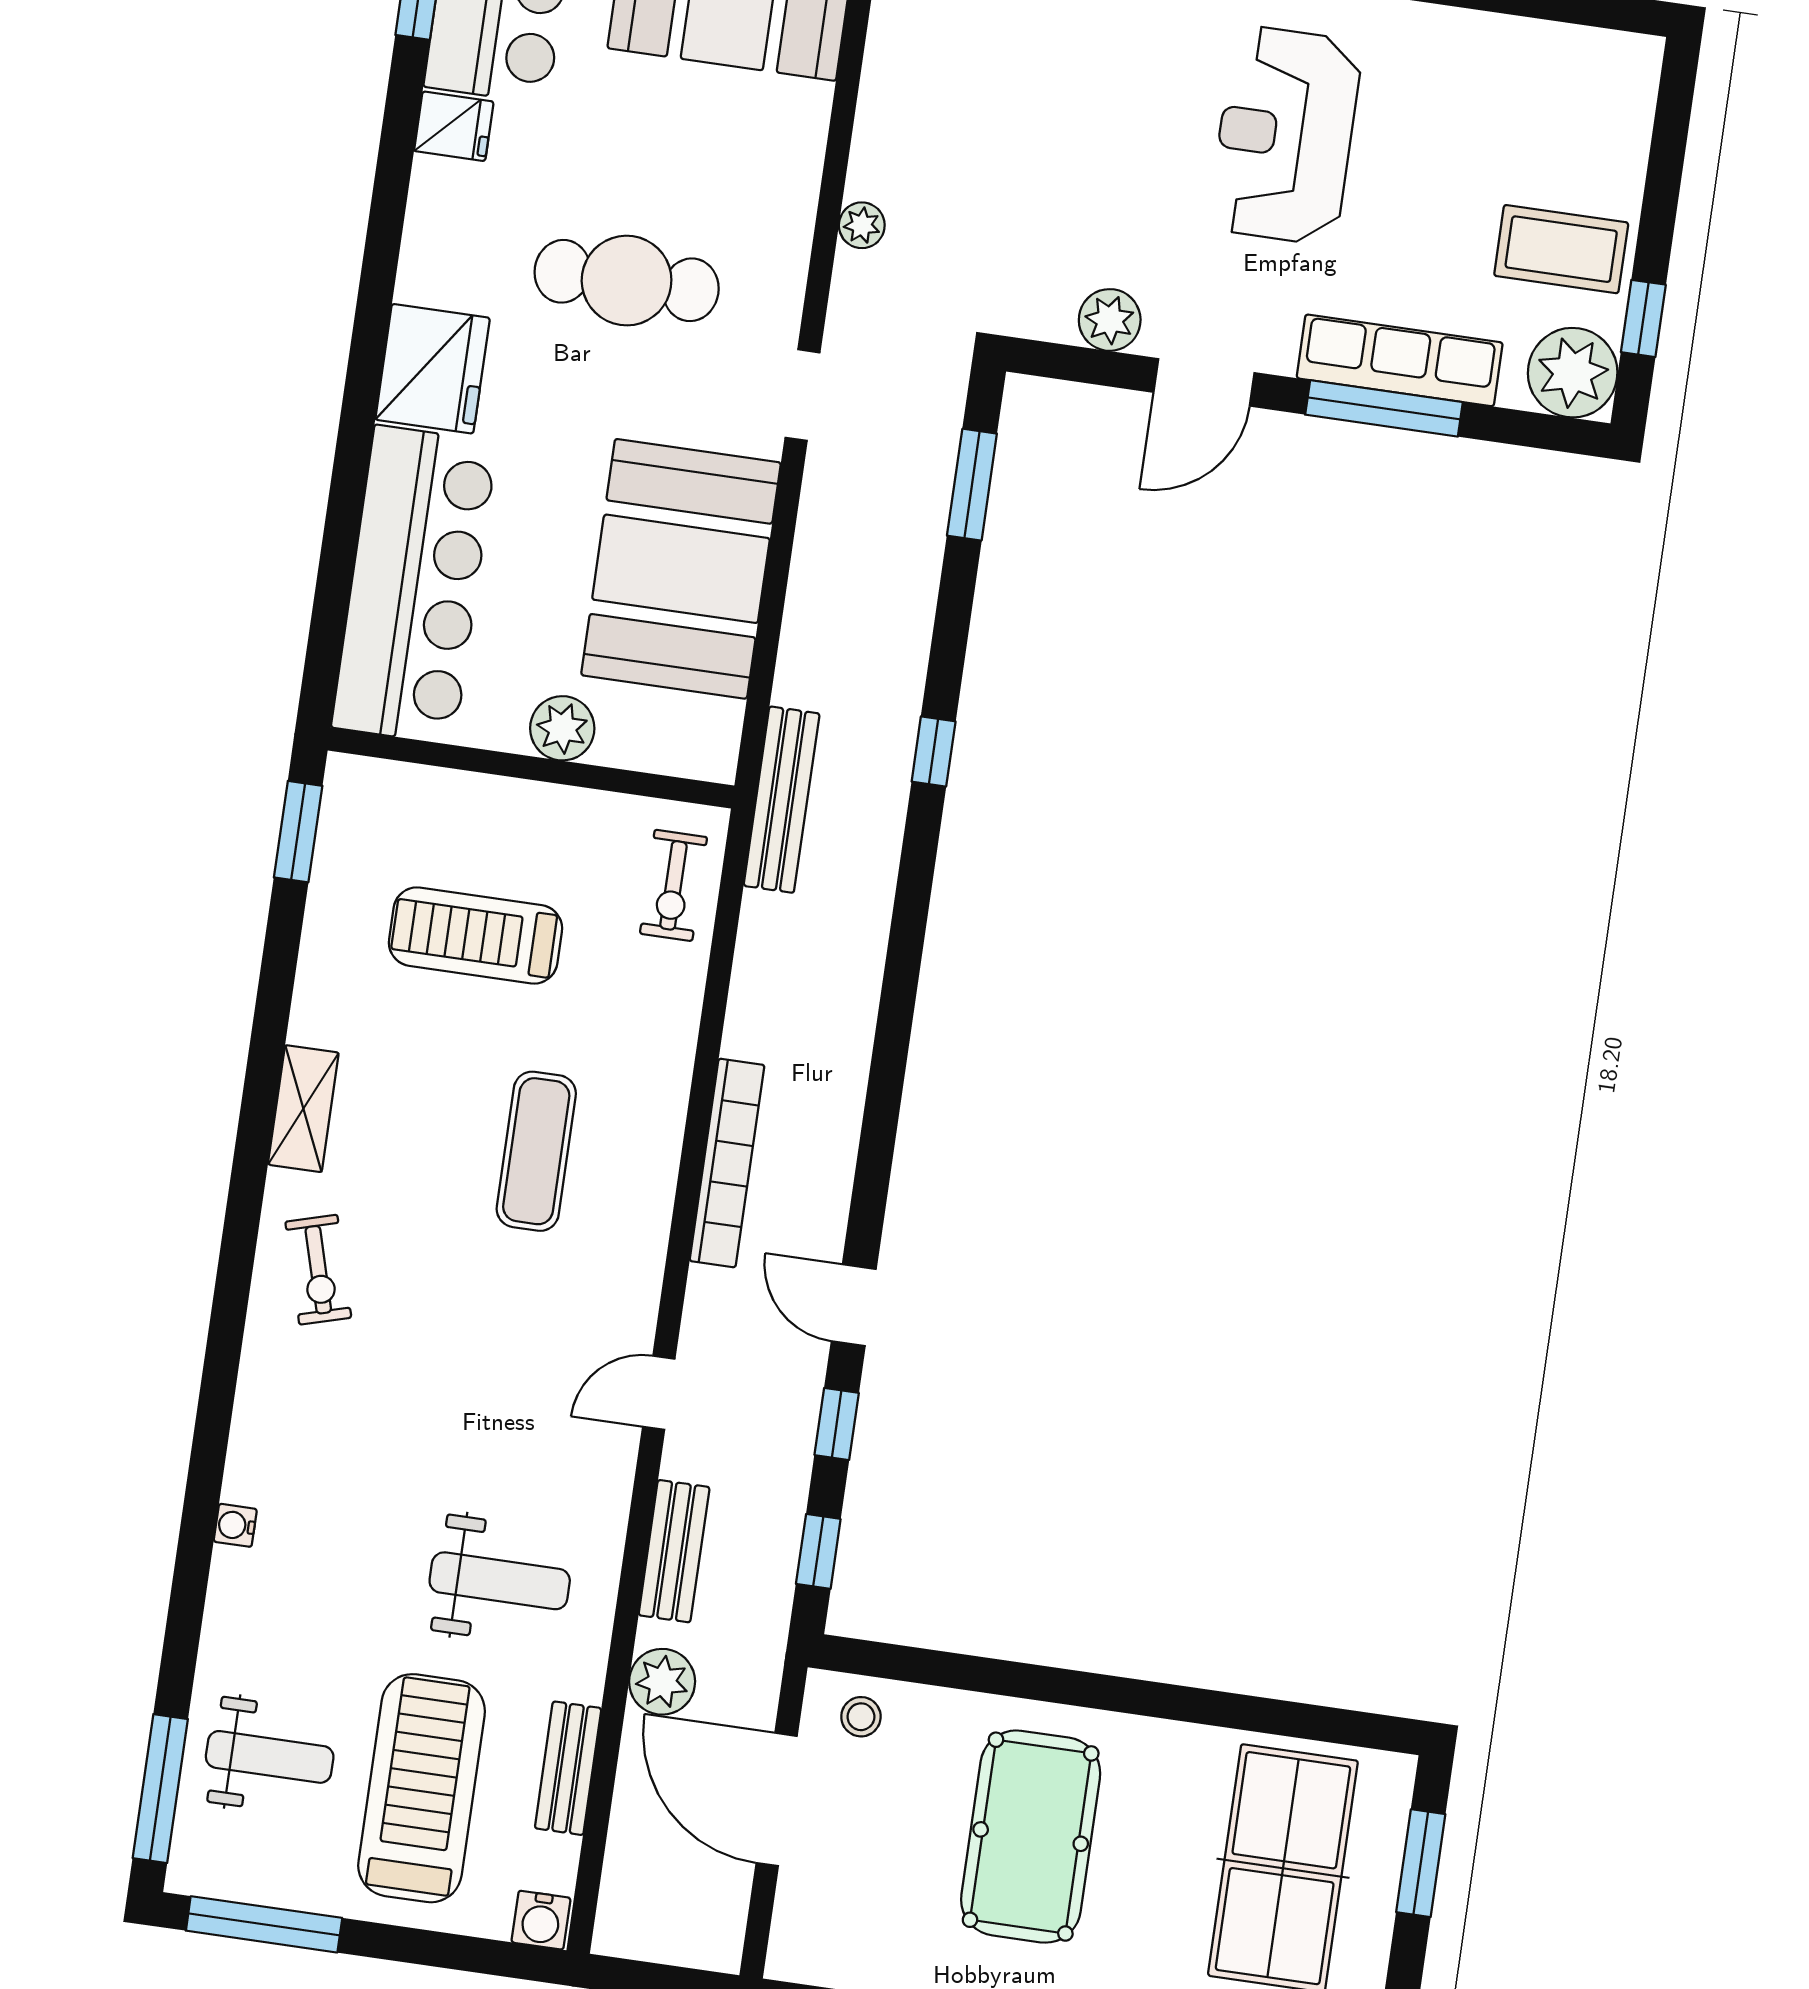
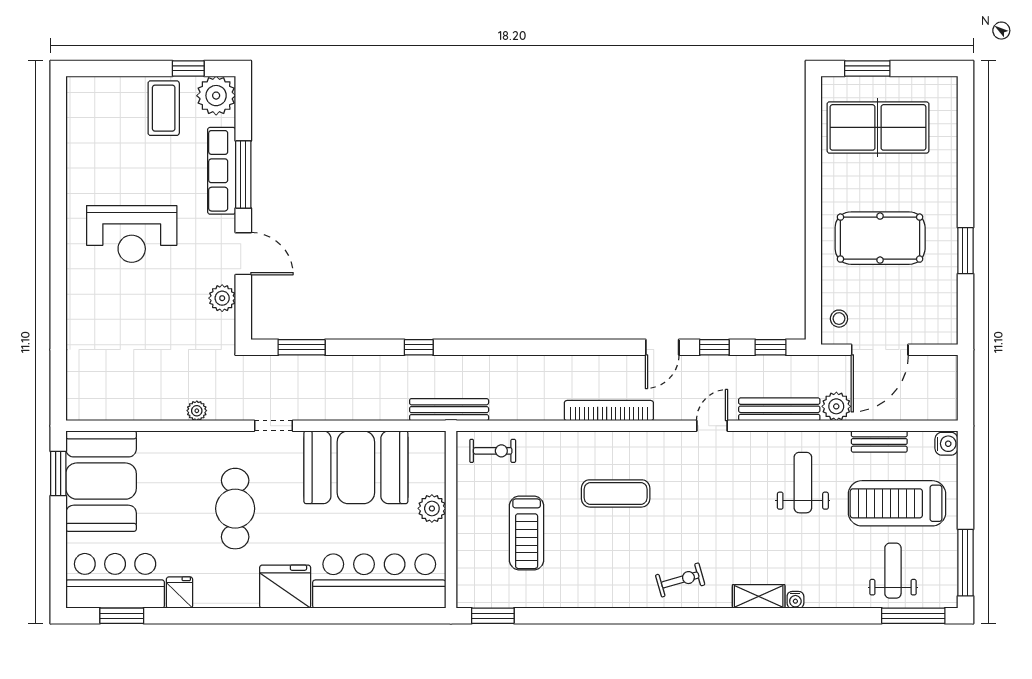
shelving: (303, 1109) -> (759, 596), moved
door: (659, 1393) -> (712, 426), swing flipped
bench: (674, 1551) -> (779, 409), width x1.36

